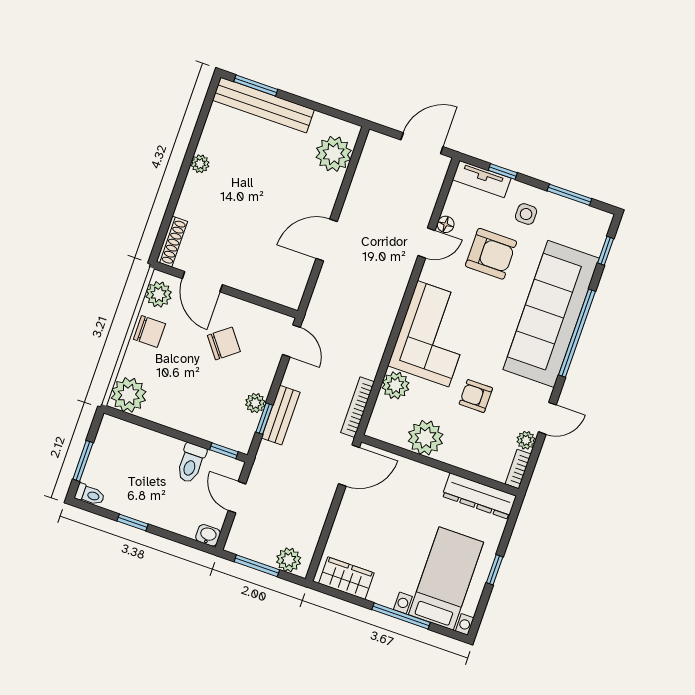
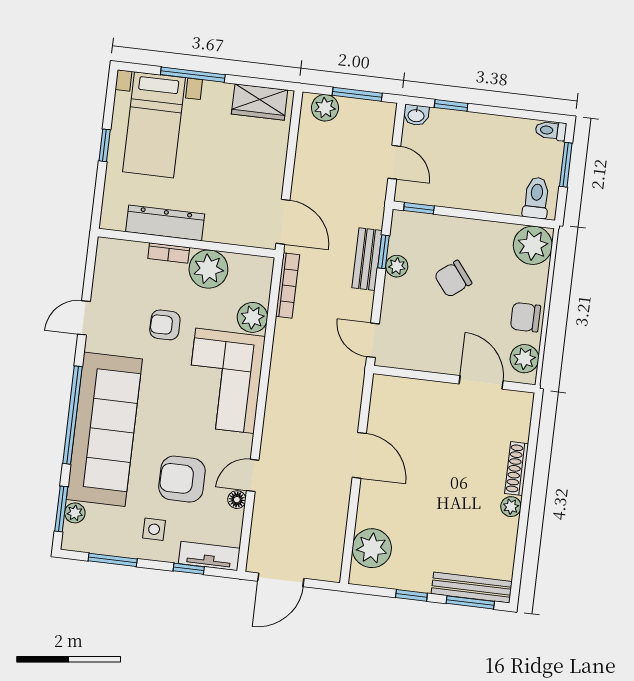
window: (307, 103) -> (411, 595), added
bench: (263, 105) -> (472, 588), width x0.73, depth x0.82
door: (327, 240) -> (359, 455), hinge flipped
shoe rack: (172, 242) -> (517, 469), moved
window: (606, 251) -> (61, 509), width x1.50
chair: (224, 343) -> (453, 279), moved
armchair: (476, 396) -> (165, 325), turned 180
plant: (526, 440) -> (75, 513), moved
toilet: (191, 463) -> (536, 198), moved
door: (349, 466) -> (283, 222), swing flipped
bookcase: (518, 469) -> (169, 253), moved, turned 90
dresser: (479, 496) -> (165, 223), moved
window: (133, 522) -> (451, 105), moved

